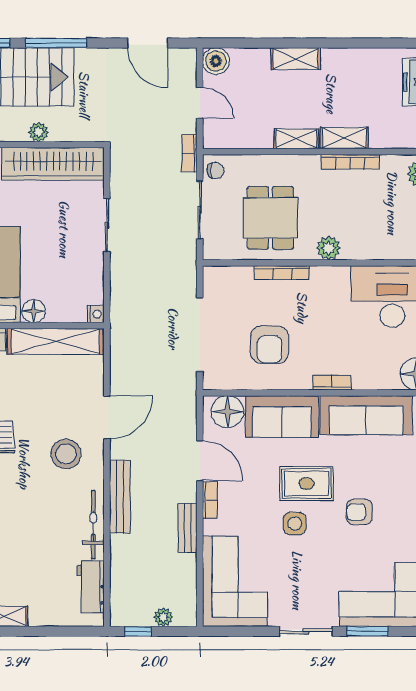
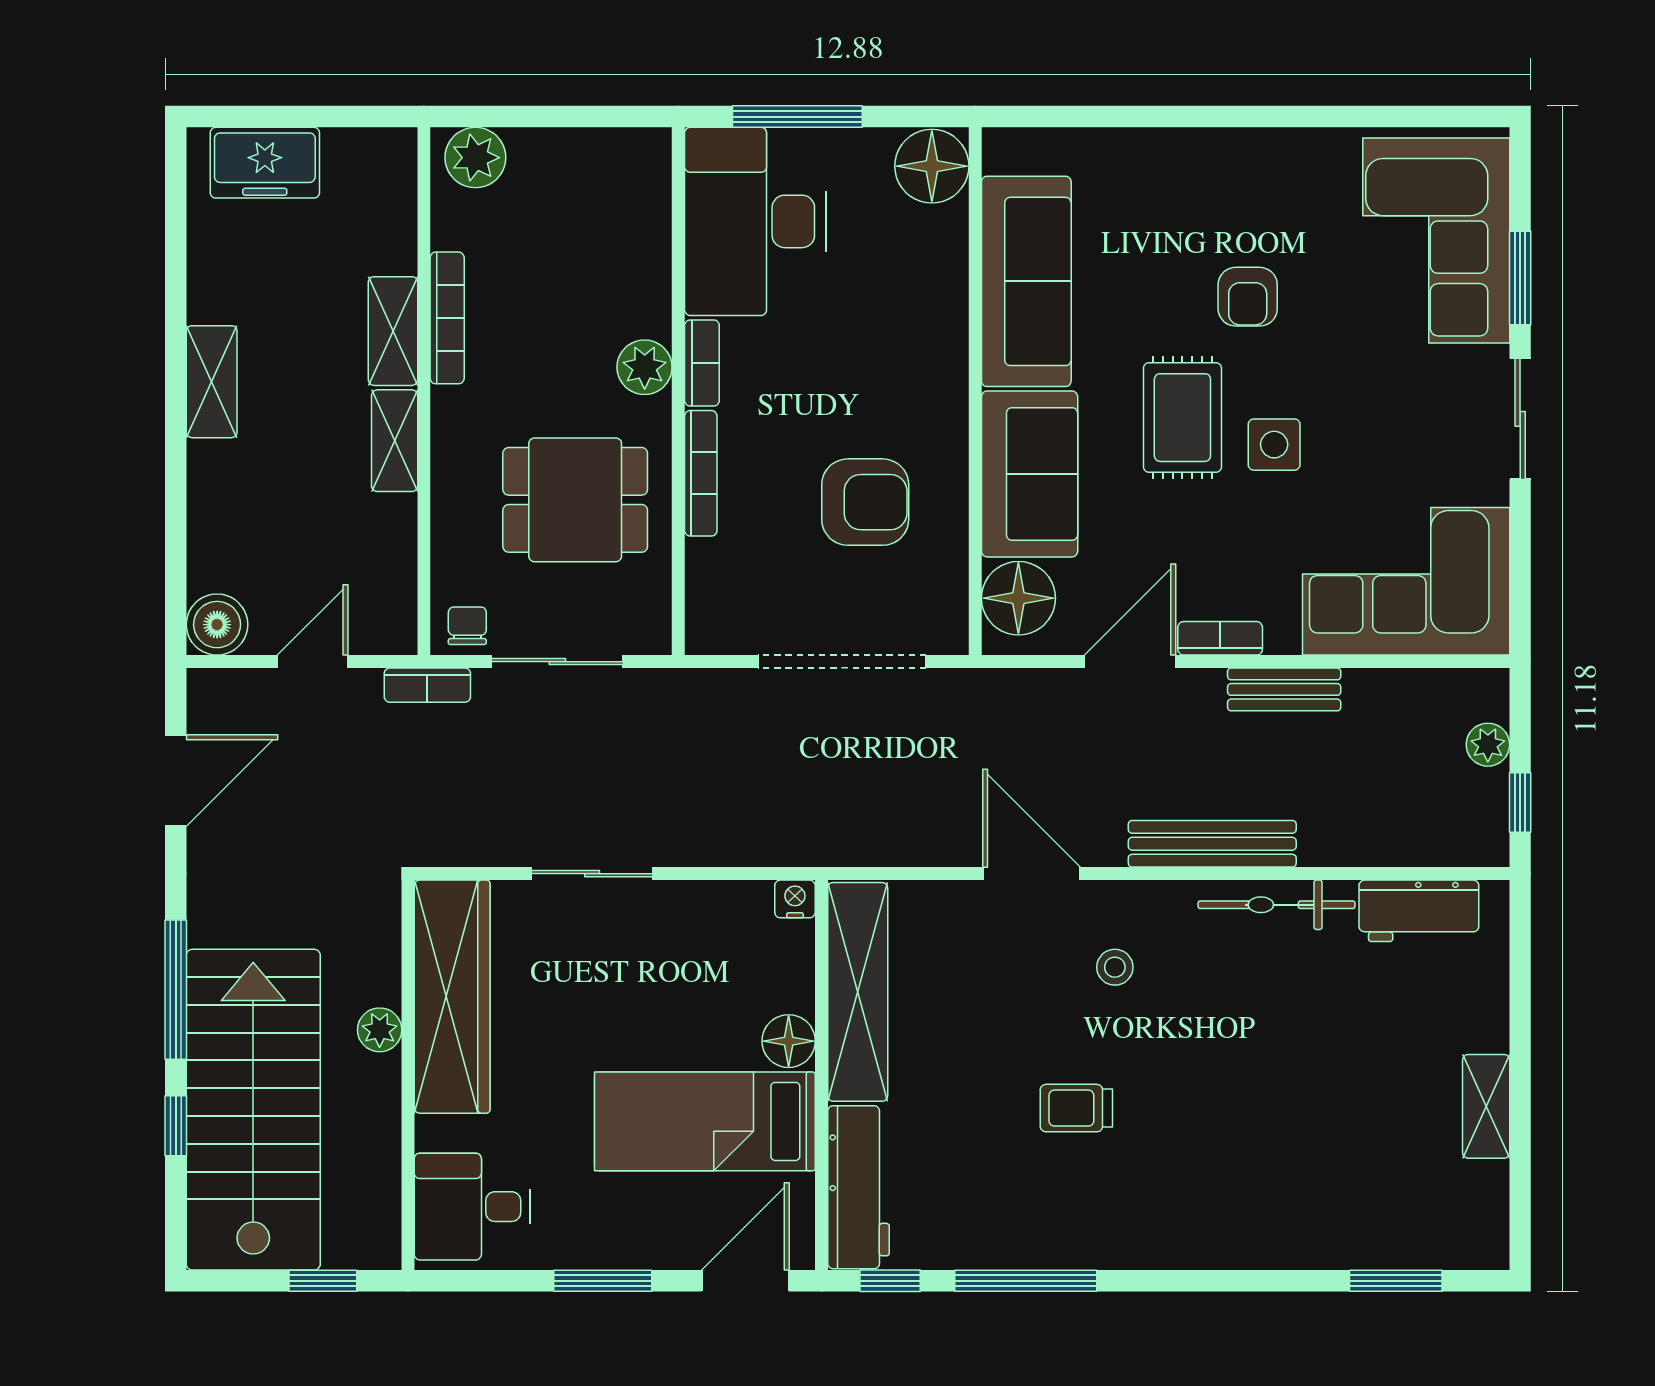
shelving: (296, 59) -> (212, 382), moved
bookcase: (332, 382) -> (702, 363), moved, turned 180
stool: (66, 454) -> (1115, 967), width x0.53, depth x0.53

